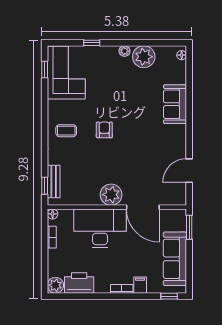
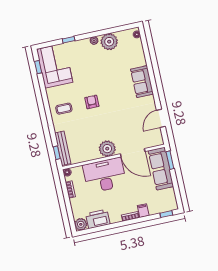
sofa: (175, 104) -> (142, 82), moved
bench: (54, 182) -> (63, 148), width x1.36
sofa: (175, 259) -> (161, 169), moved

